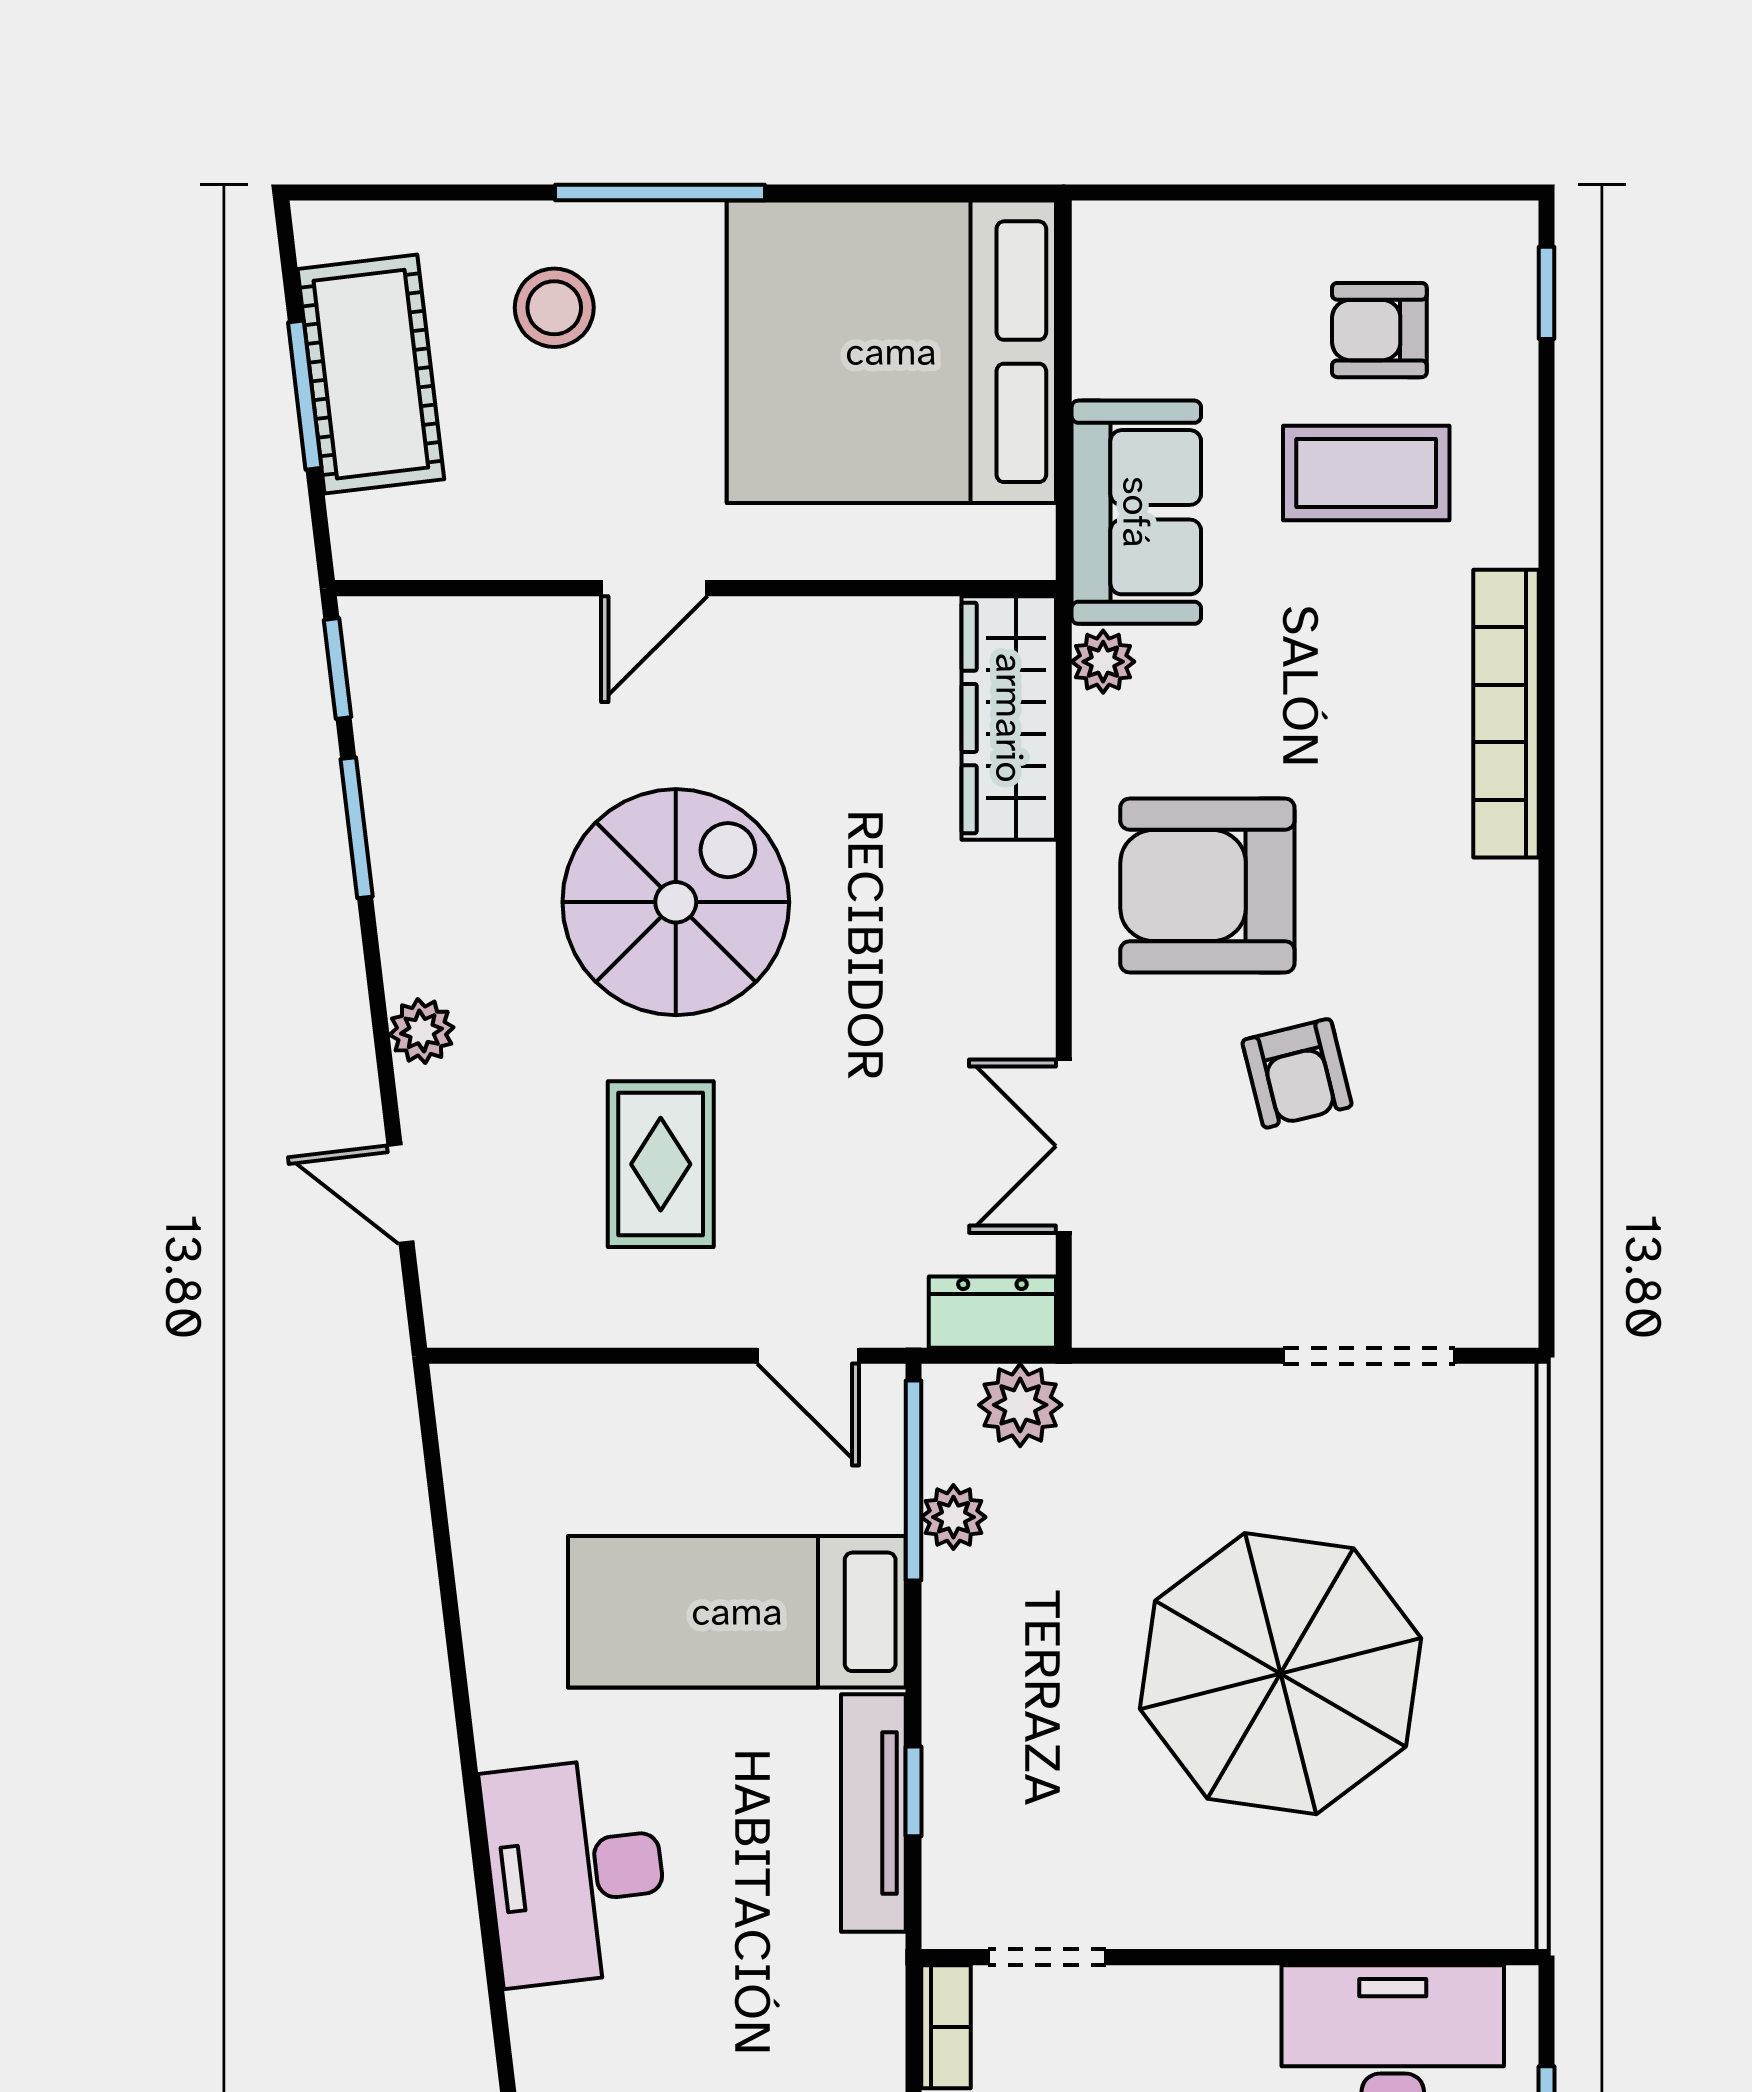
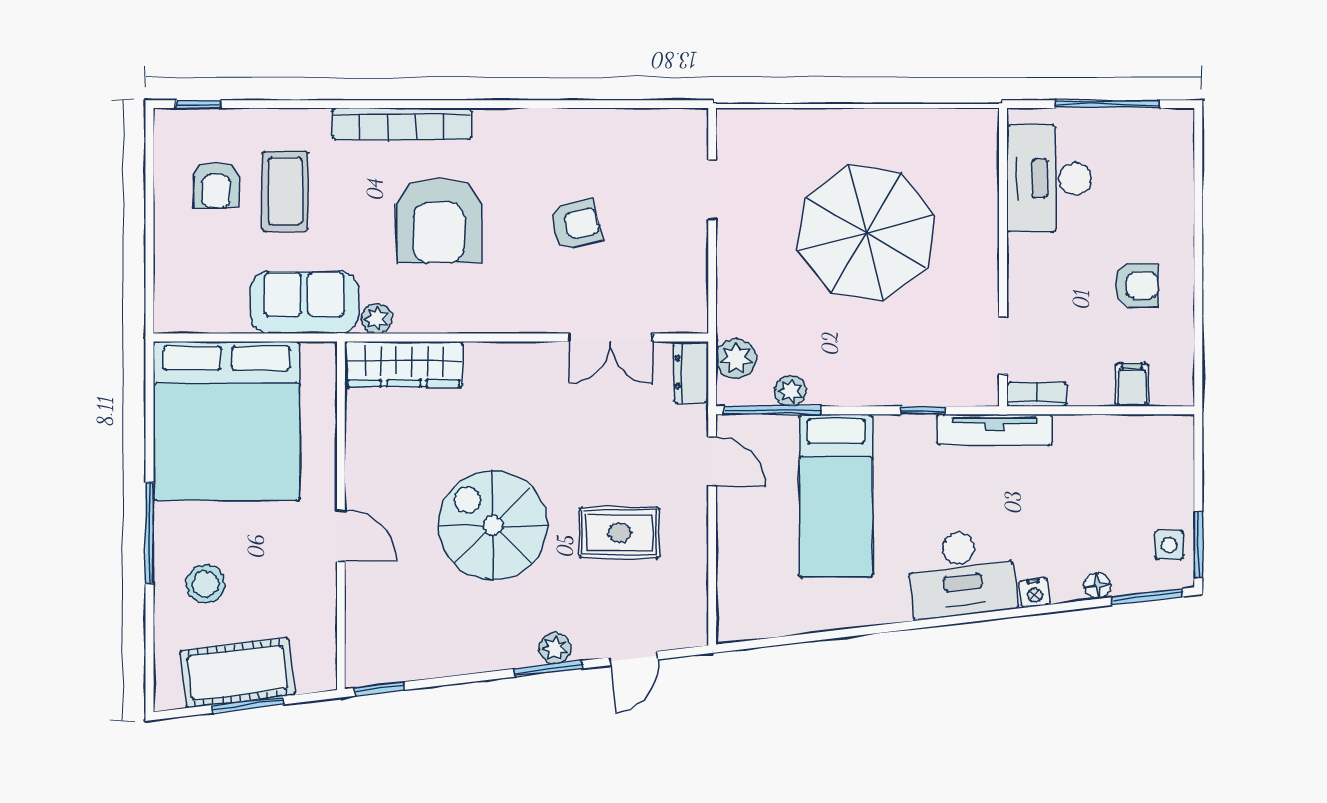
window: (357, 828) -> (548, 669), moved
armchair: (1207, 885) -> (439, 221), moved
door: (808, 1356) -> (712, 461), hinge flipped
doorway: (1369, 1356) -> (712, 190), width x0.73
tv unit: (873, 1813) -> (994, 430), moved
nightstand: (536, 2022) -> (1034, 593), added

